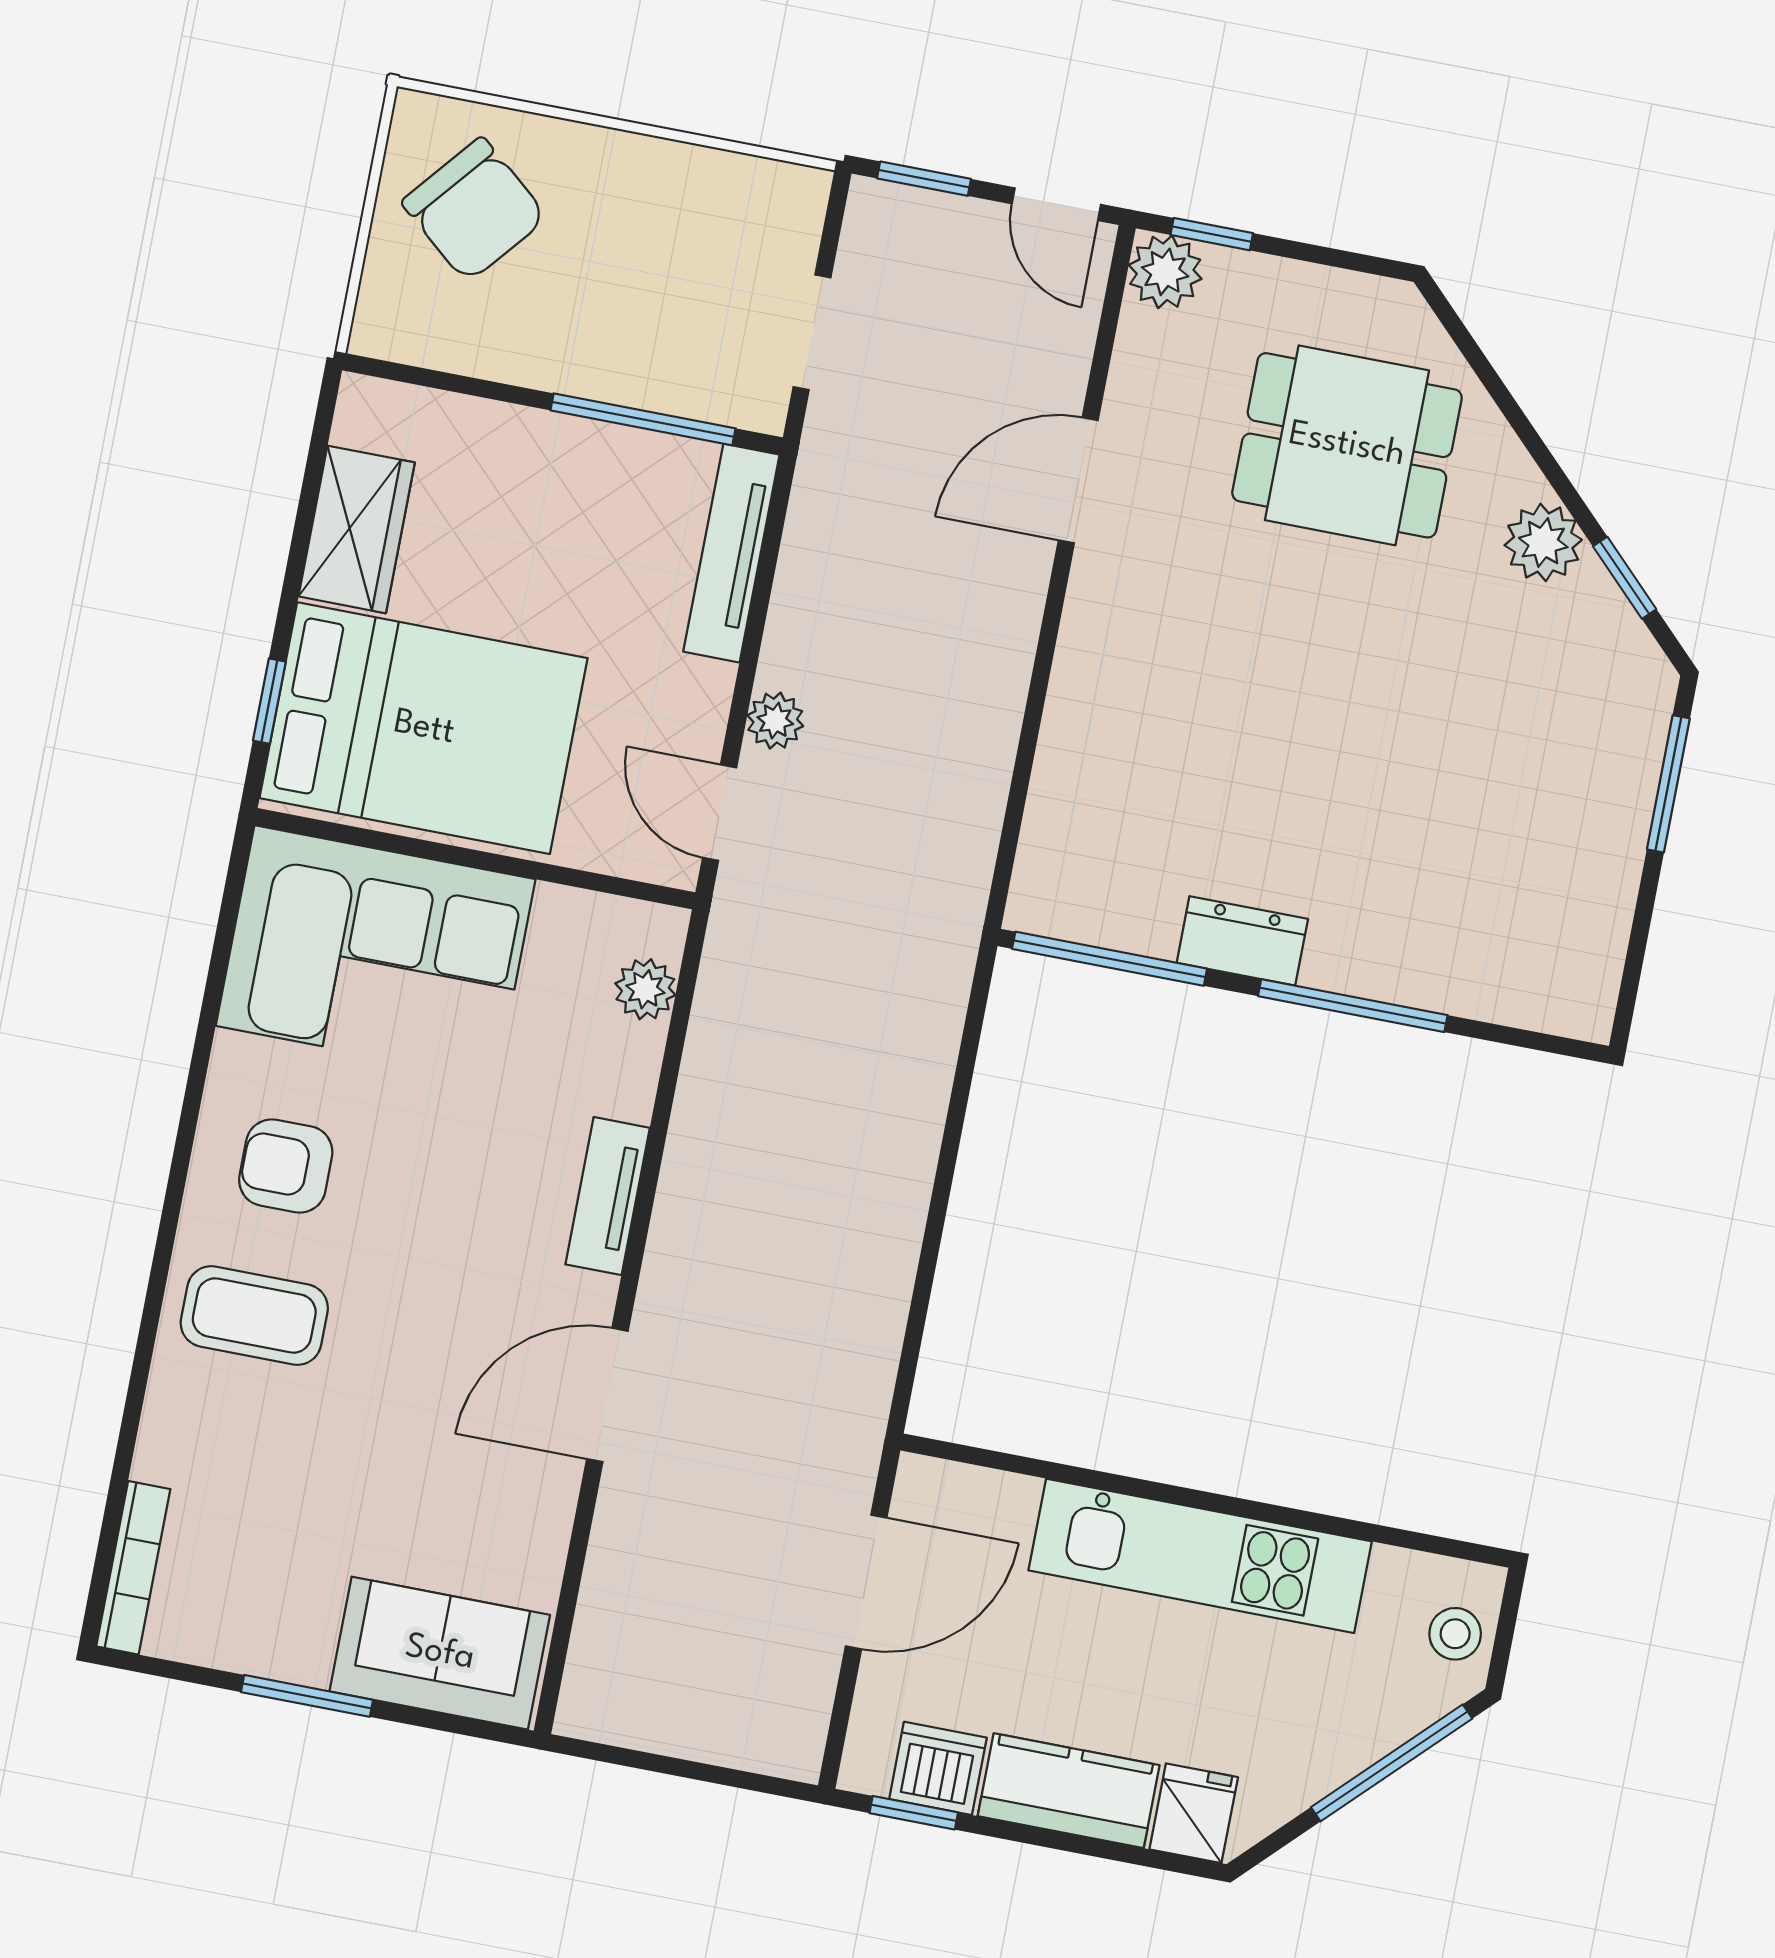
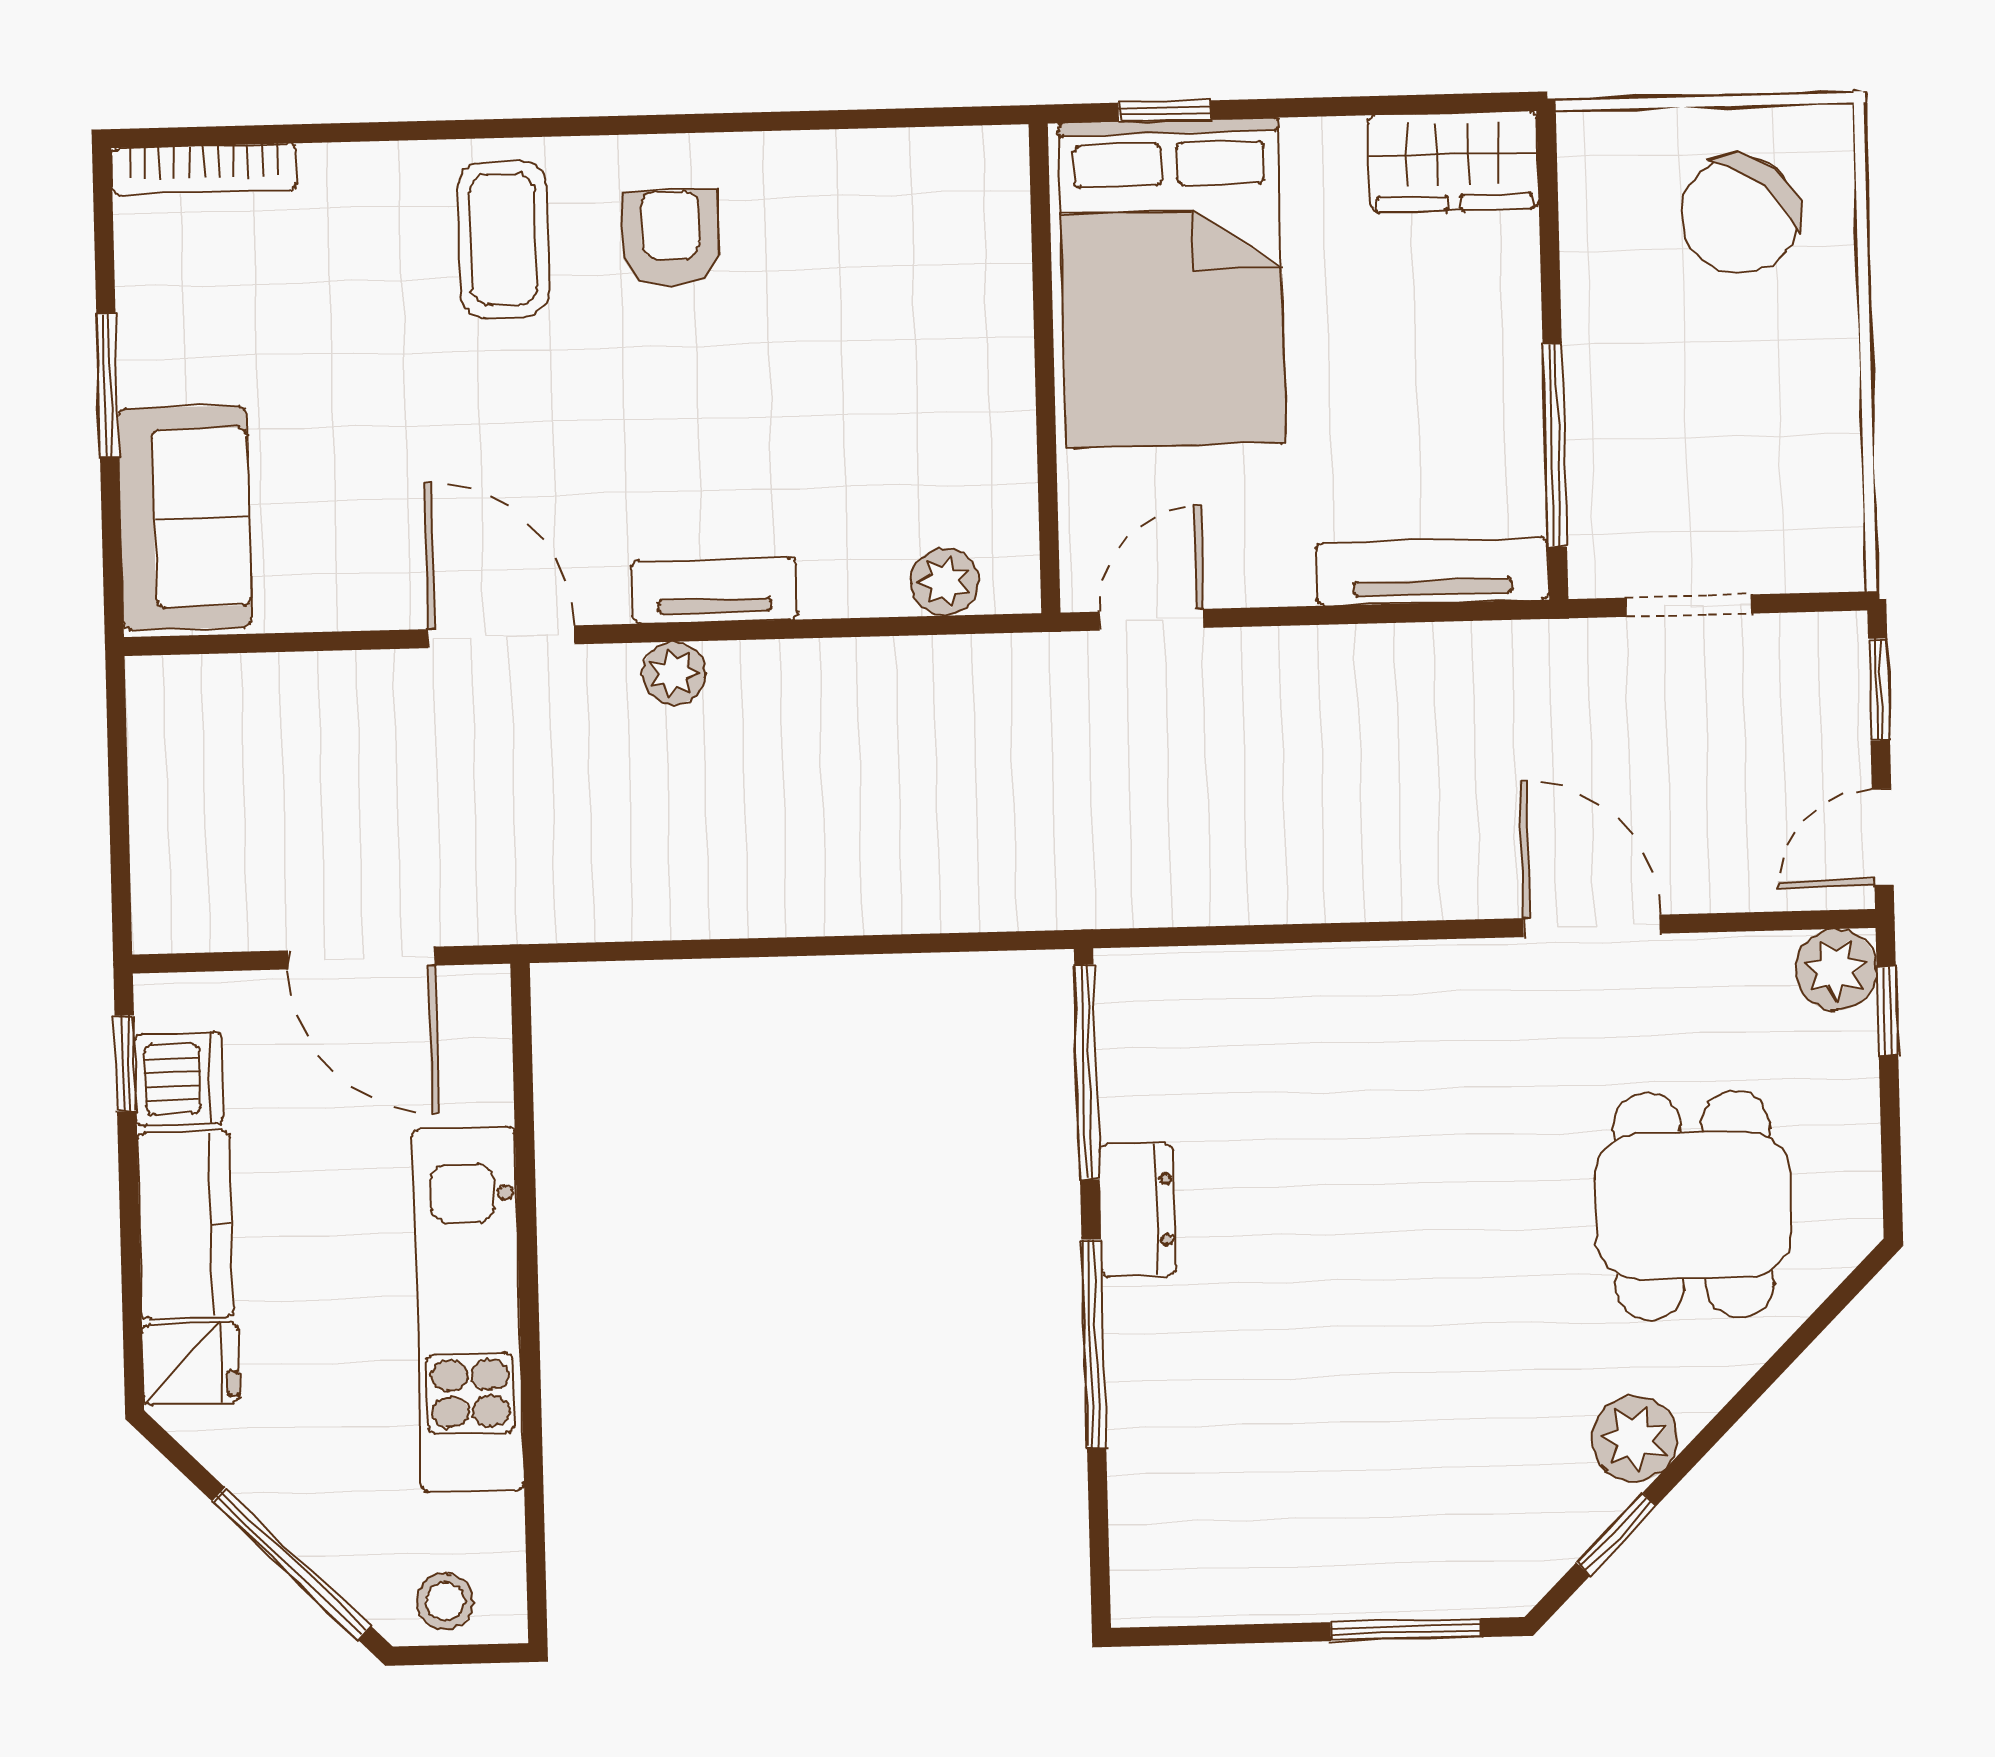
wardrobe: (357, 529) -> (1454, 162), moved
plant: (775, 721) -> (674, 673), moved
corner sofa: (376, 952) -> (921, 284), removed

